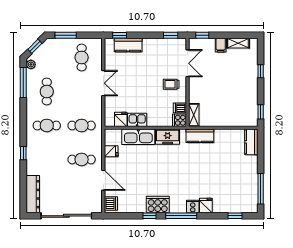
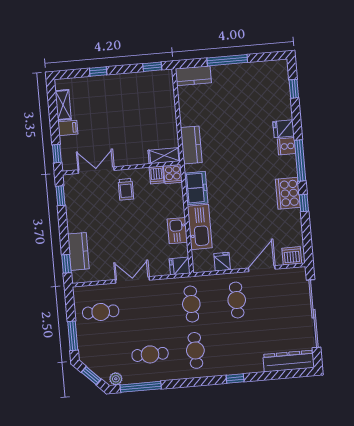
fridge: (121, 119) -> (180, 266), moved
window: (261, 189) -> (227, 60), moved

